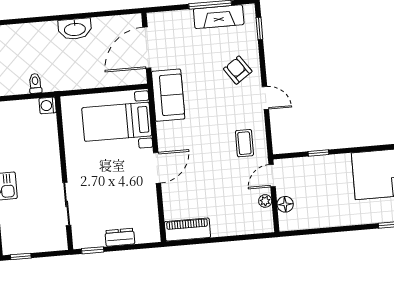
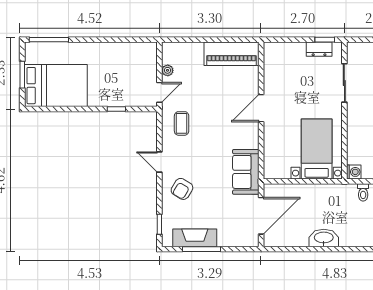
armchair: (238, 70) -> (182, 189), turned 66
bed with nightstands: (117, 122) -> (317, 149), moved, turned -90
floor lamp: (285, 204) -> (150, 66), removed
piano: (187, 230) -> (232, 54), width x1.37, depth x1.33
dresser: (120, 237) -> (319, 49), moved

